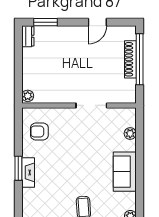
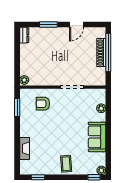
window: (46, 22) -> (48, 25), moved
armchair: (39, 131) -> (43, 104), moved
window: (18, 168) -> (17, 107), moved
fireplace: (28, 172) -> (25, 148), moved

